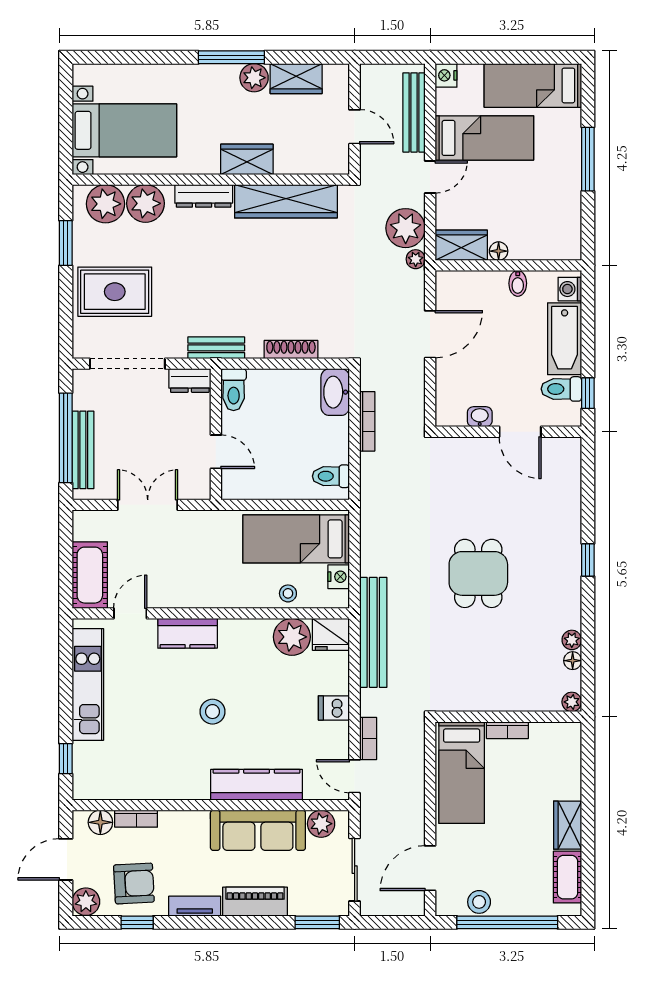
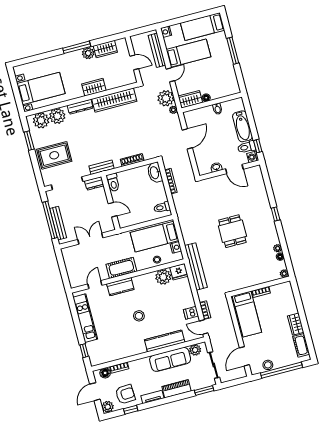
washing machine: (570, 289) -> (253, 157), moved
cot: (90, 575) -> (121, 268), moved, turned 90
dishwasher: (334, 708) -> (191, 313), moved

